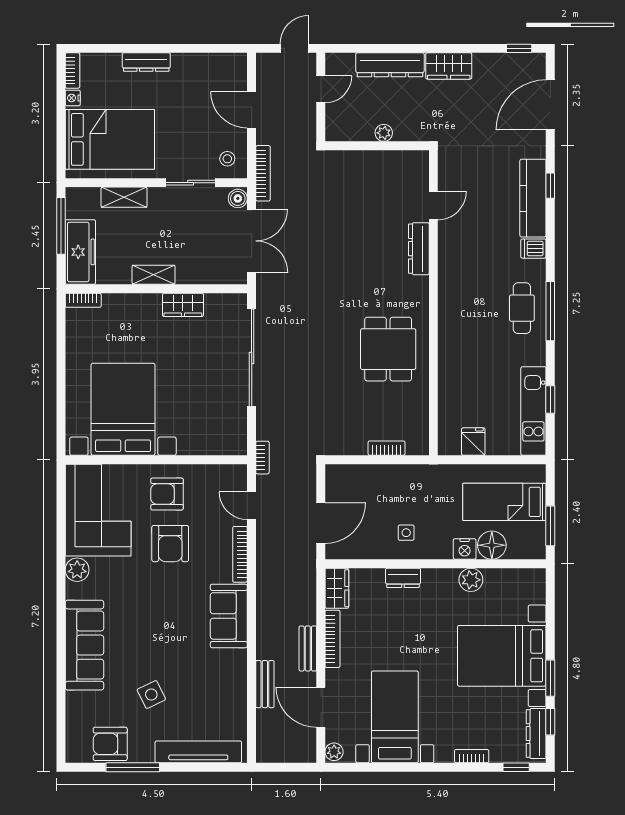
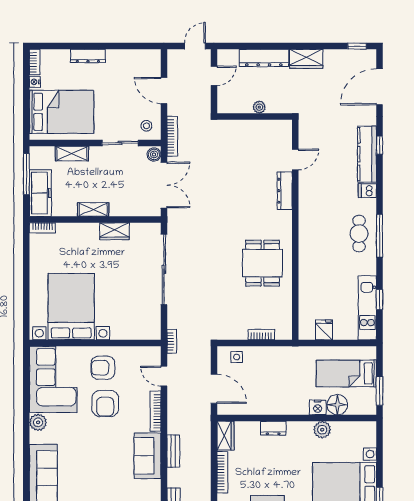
door: (321, 523) -> (214, 389), hinge flipped
side table: (406, 533) -> (237, 357), moved
bench: (308, 648) -> (173, 451), moved

